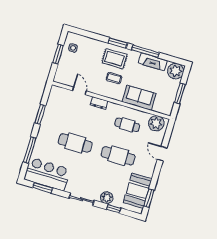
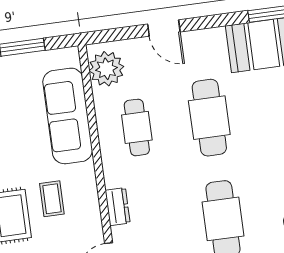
sofa: (139, 98) -> (68, 116), width x1.36
door: (162, 154) -> (164, 28), hinge flipped

